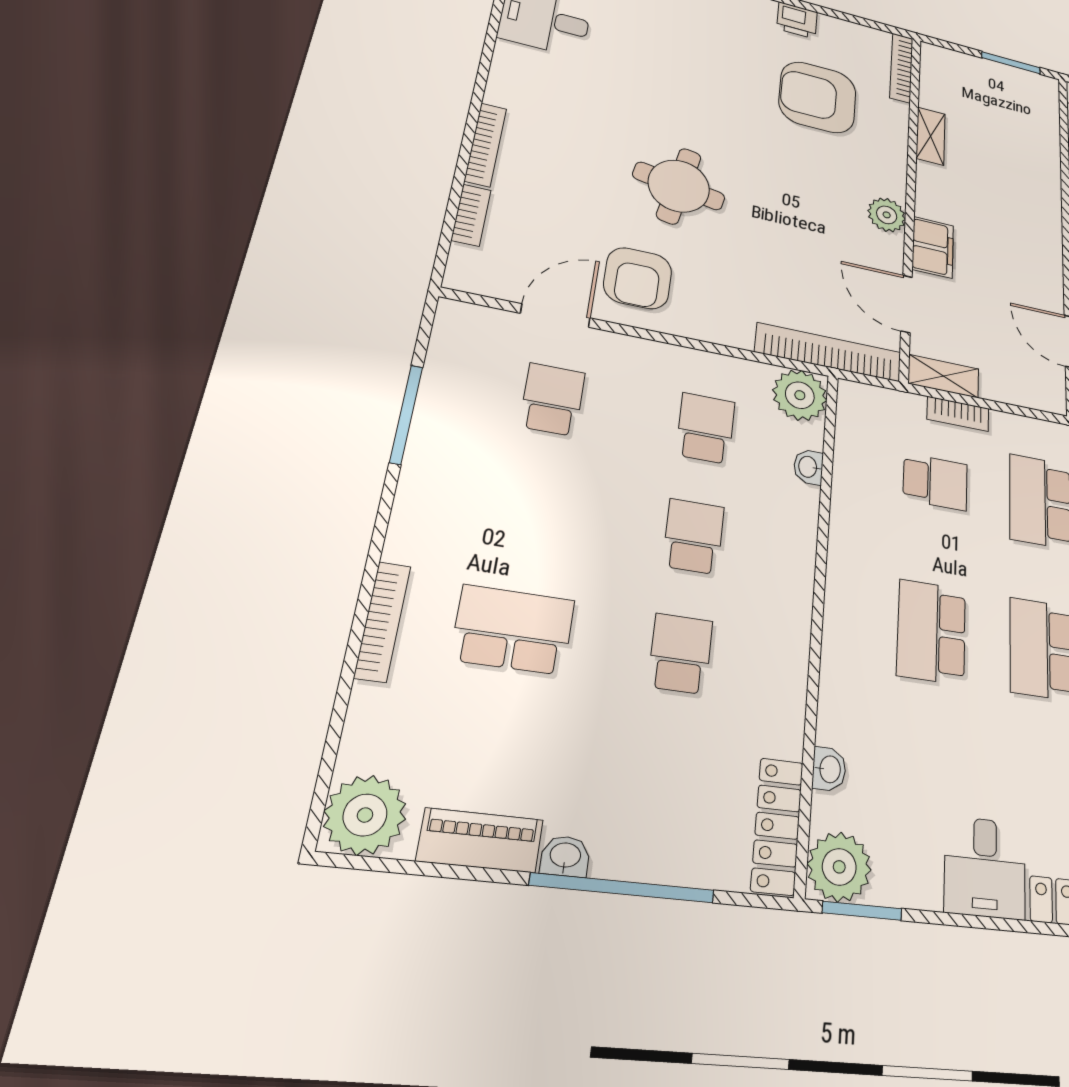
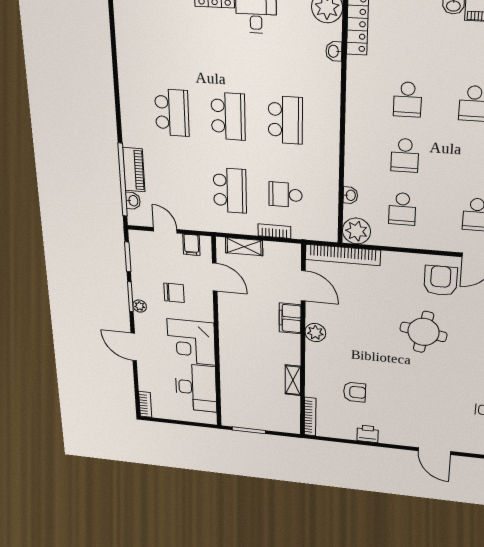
armchair: (818, 97) -> (355, 392), width x0.53, depth x0.53
shelving: (943, 376) -> (244, 247), moved

